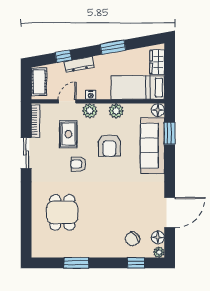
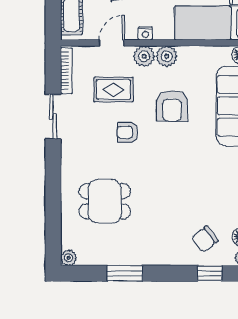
plant: (116, 111) -> (167, 56), moved
rug: (68, 134) -> (114, 90), turned 90
dining table: (62, 212) -> (105, 201), turned 90
plant: (37, 252) -> (69, 258), added

